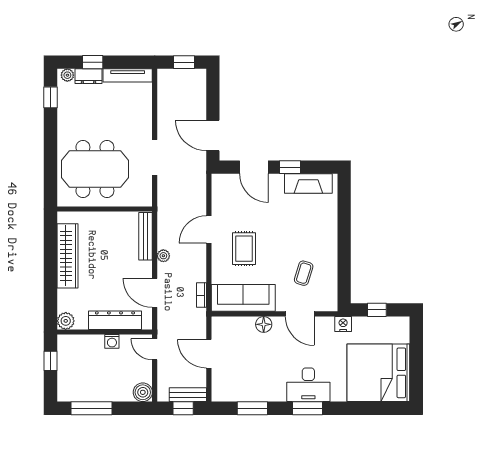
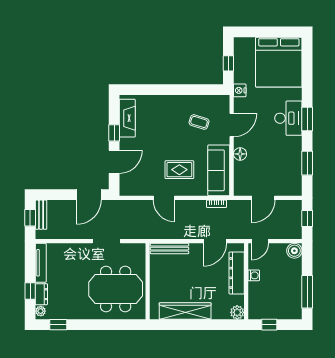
meeting table: (95, 169) -> (116, 289), turned 90
plant: (163, 256) -> (185, 234), removed
bench: (188, 395) -> (41, 215), moved

